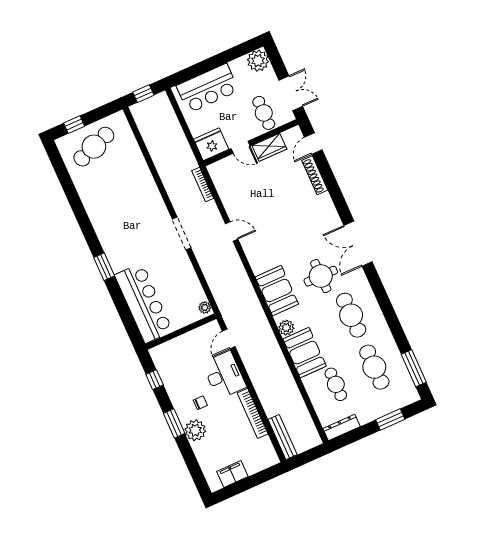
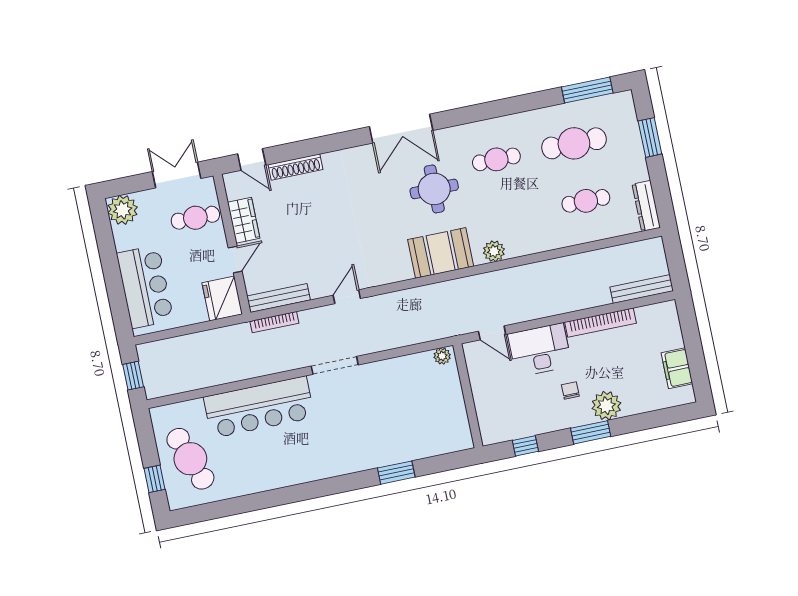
bench: (220, 184) -> (279, 298), added
window: (104, 267) -> (396, 473), moved
bar counter: (144, 303) -> (259, 407), moved, turned 180
cafe table: (351, 315) -> (496, 159), width x0.73, depth x0.74
booth: (305, 353) -> (533, 234), removed

